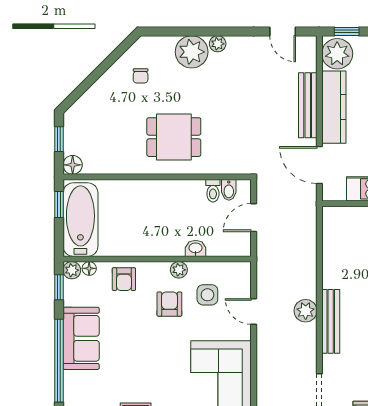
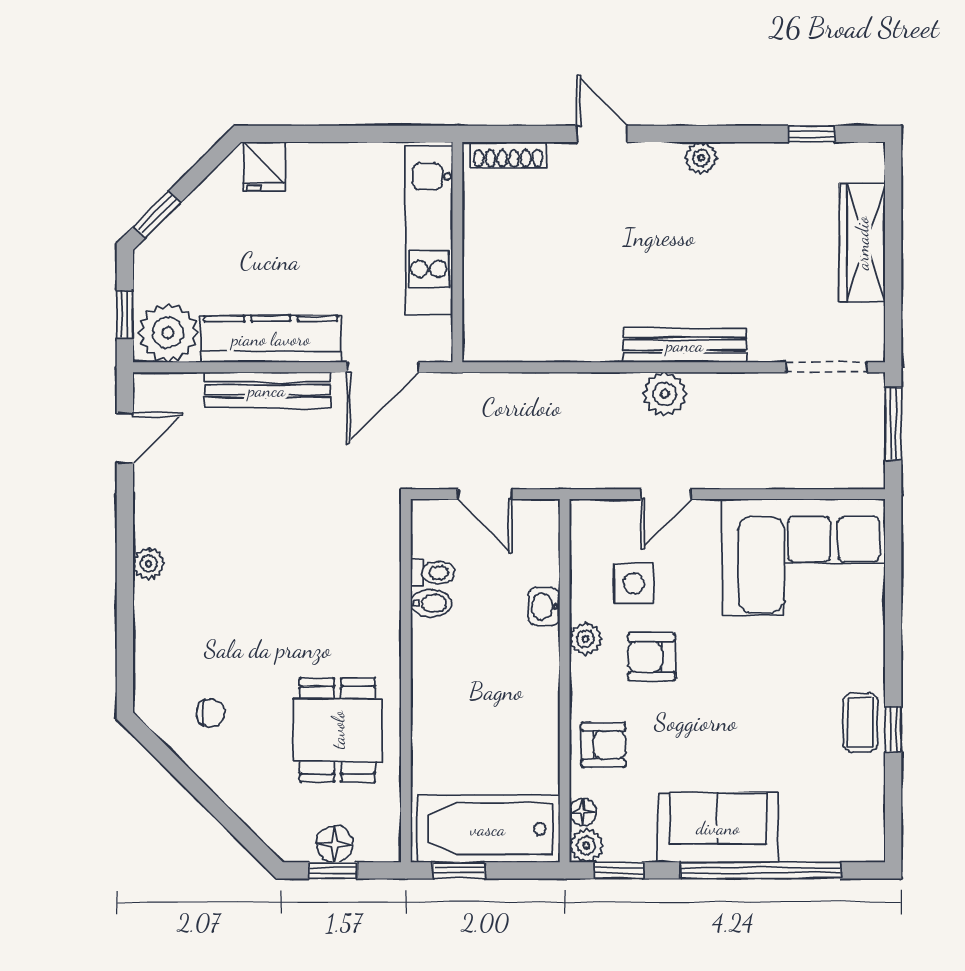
plant: (192, 52) -> (164, 614), removed
dining table: (174, 137) -> (338, 730), moved
floor lamp: (73, 165) -> (335, 844), moved
bidet: (229, 190) -> (431, 603), moved

